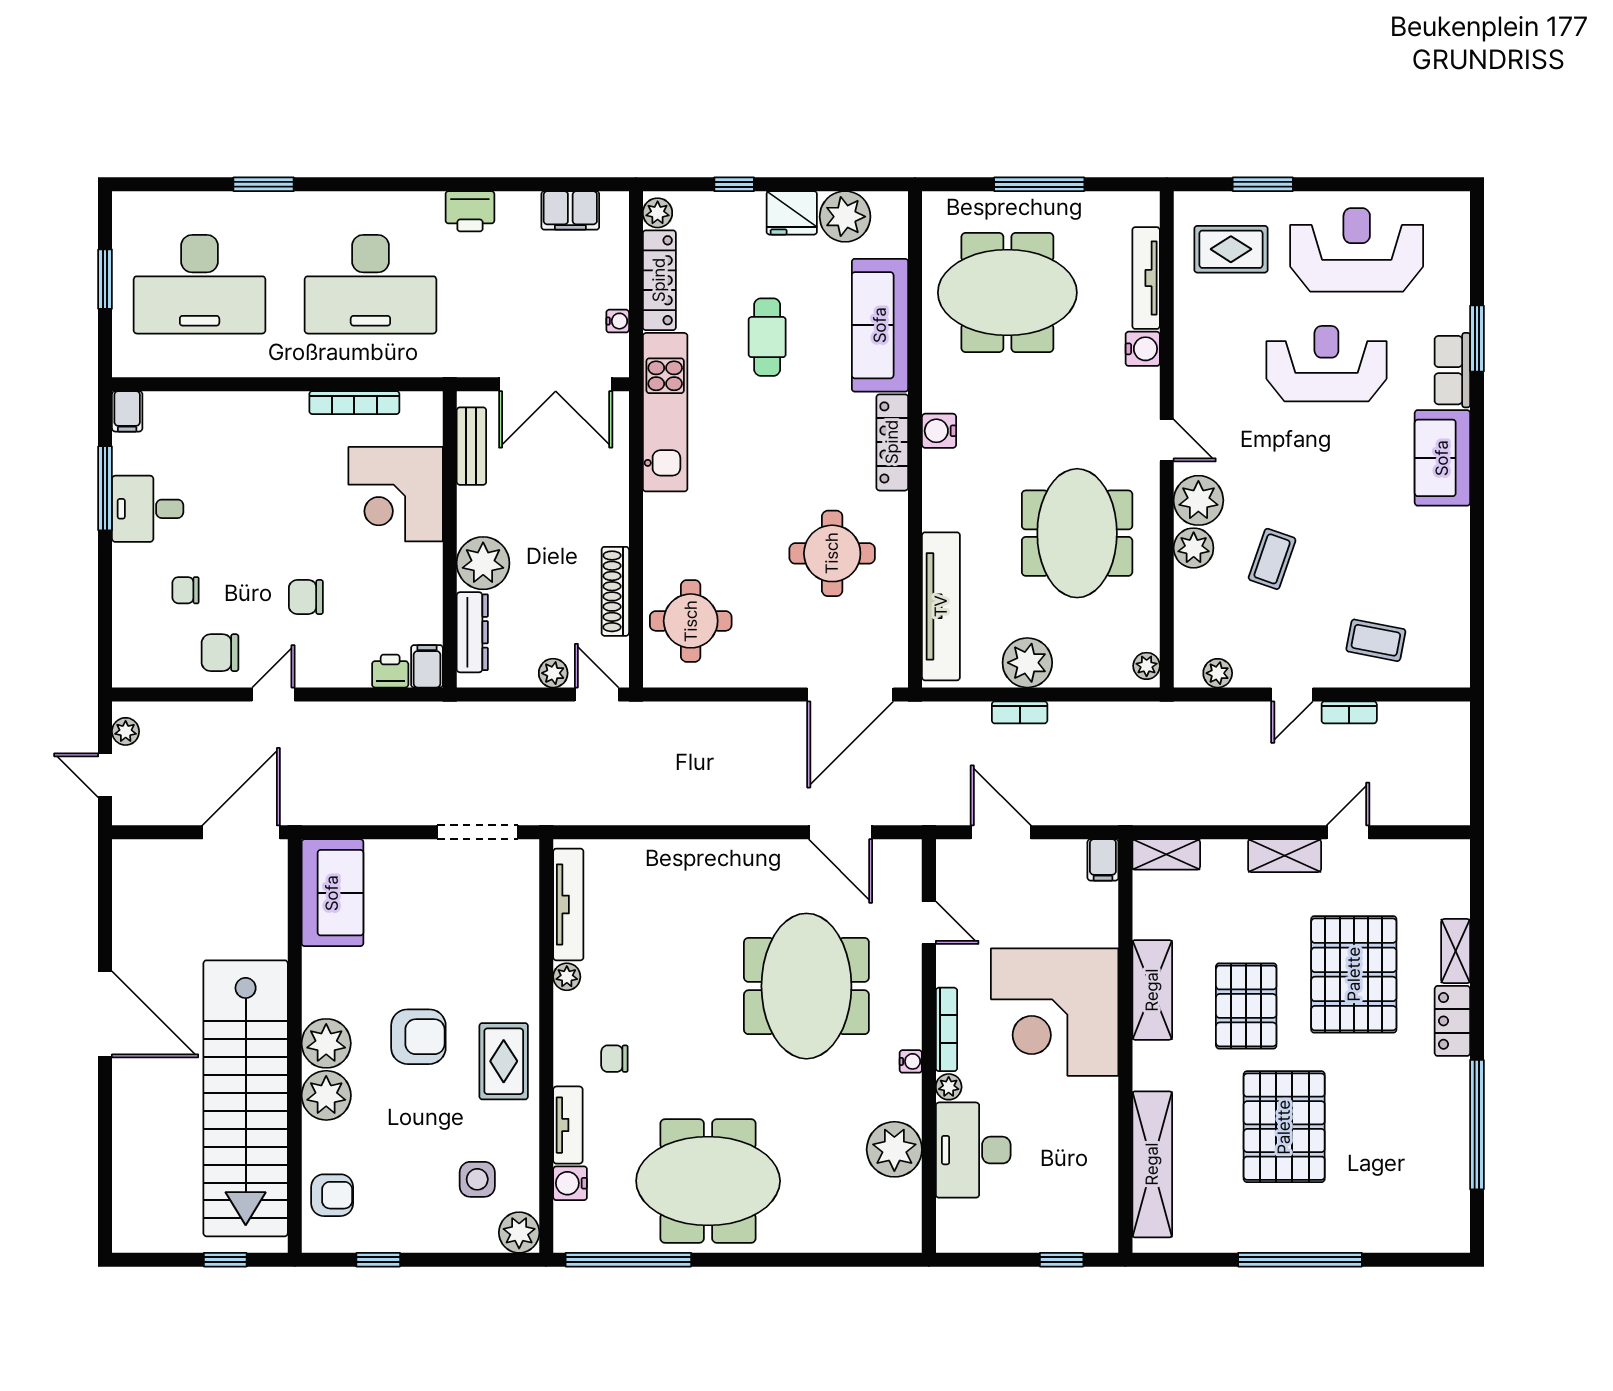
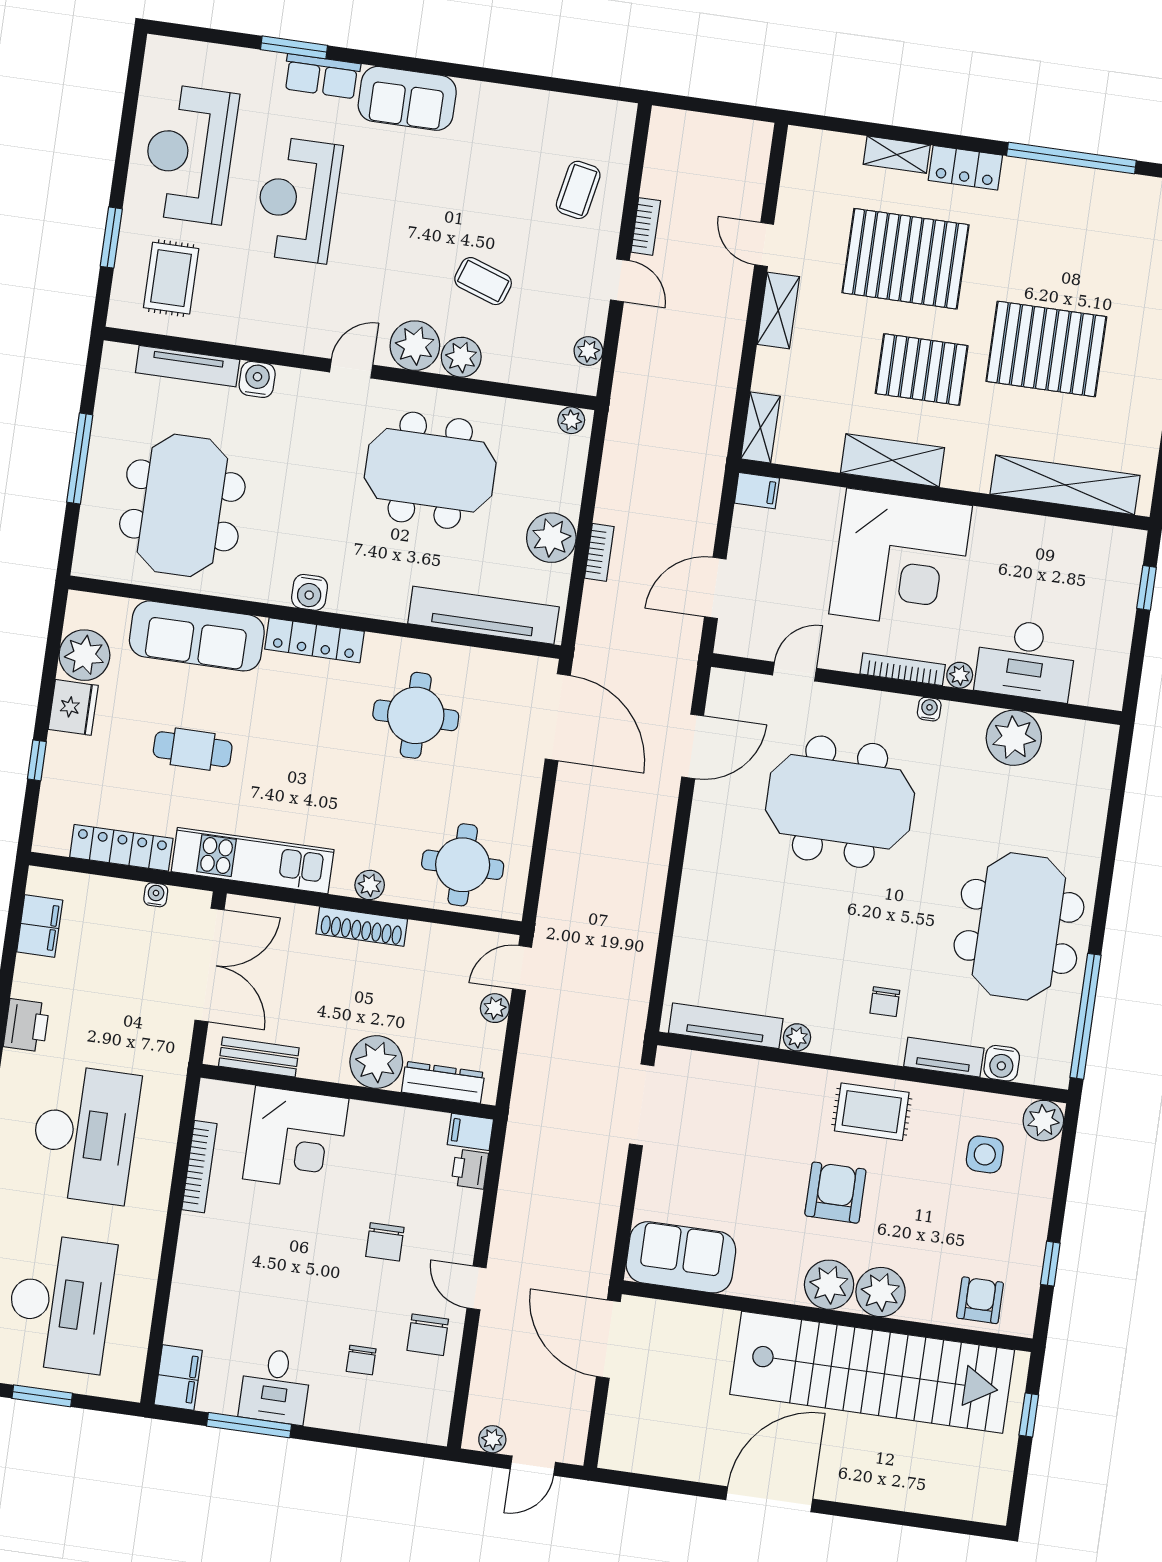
plant: (658, 213) -> (370, 885), moved
filing cabinet: (127, 411) -> (178, 1378), width x2.00
shoe rack: (615, 591) -> (362, 926), moved

